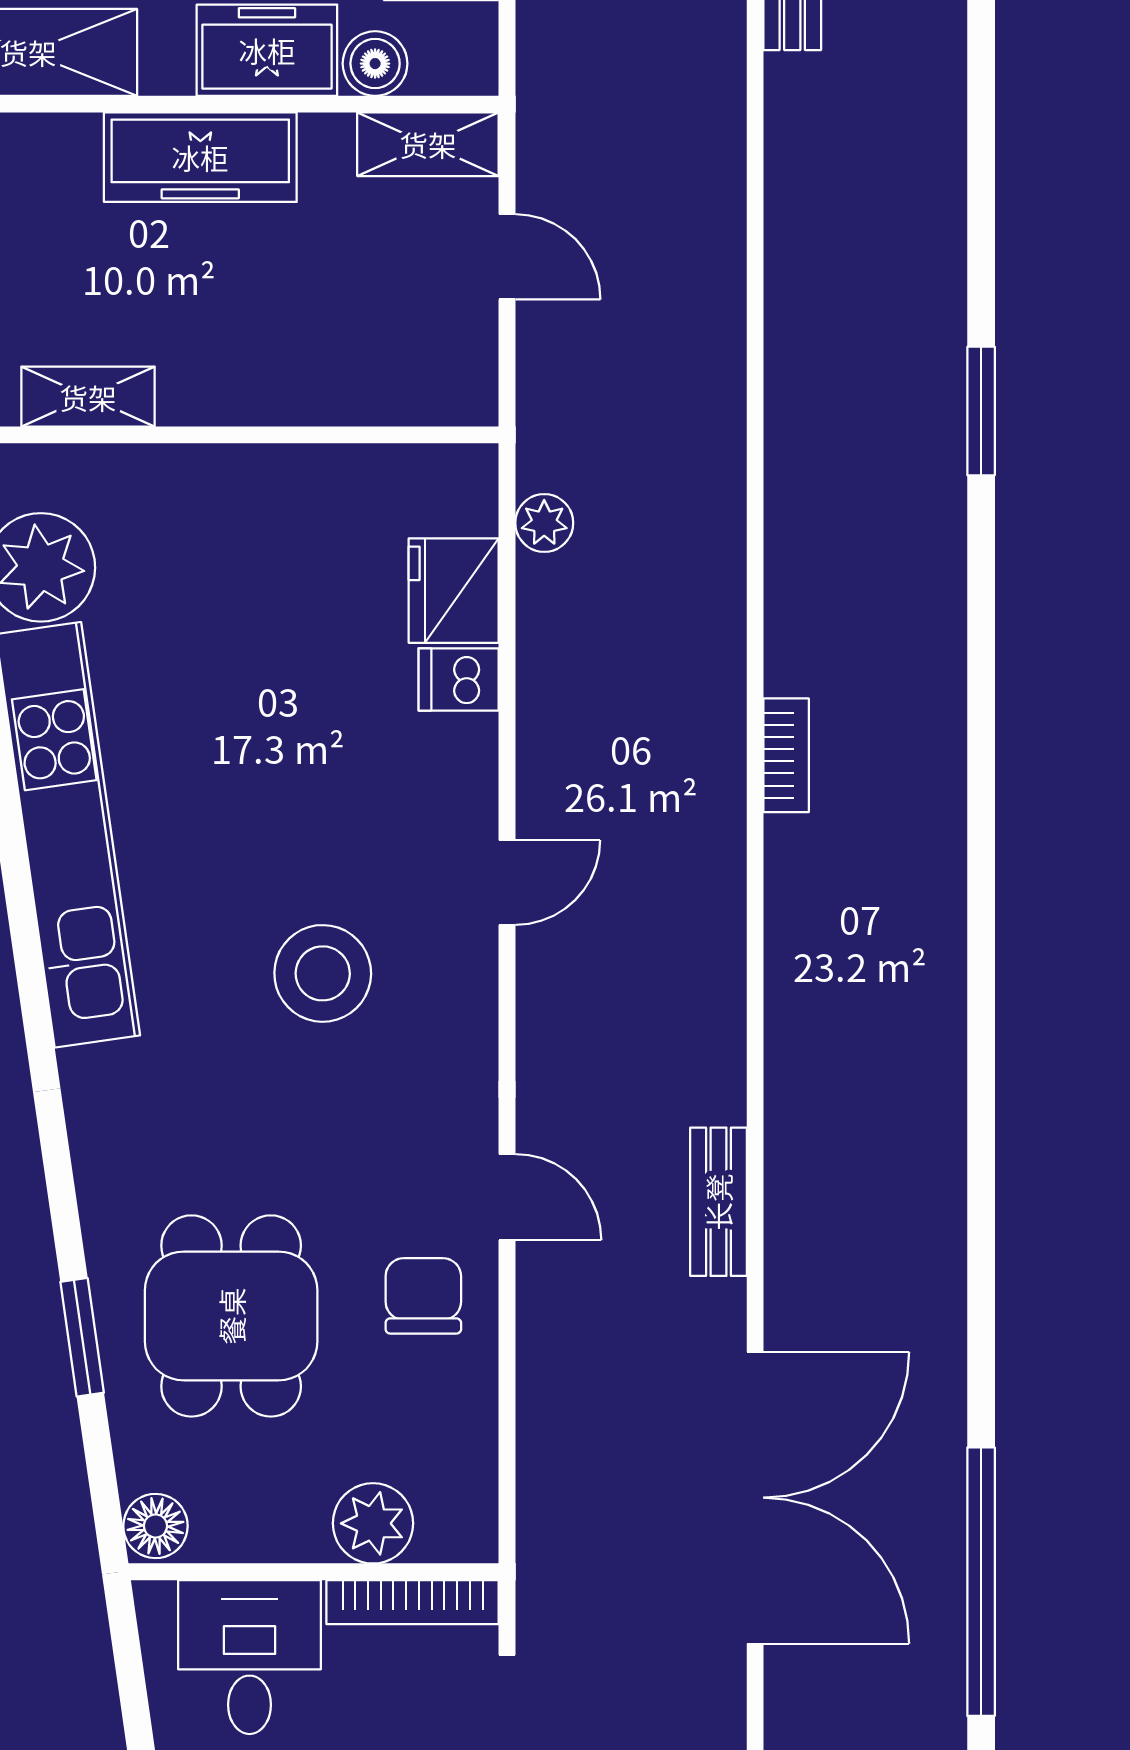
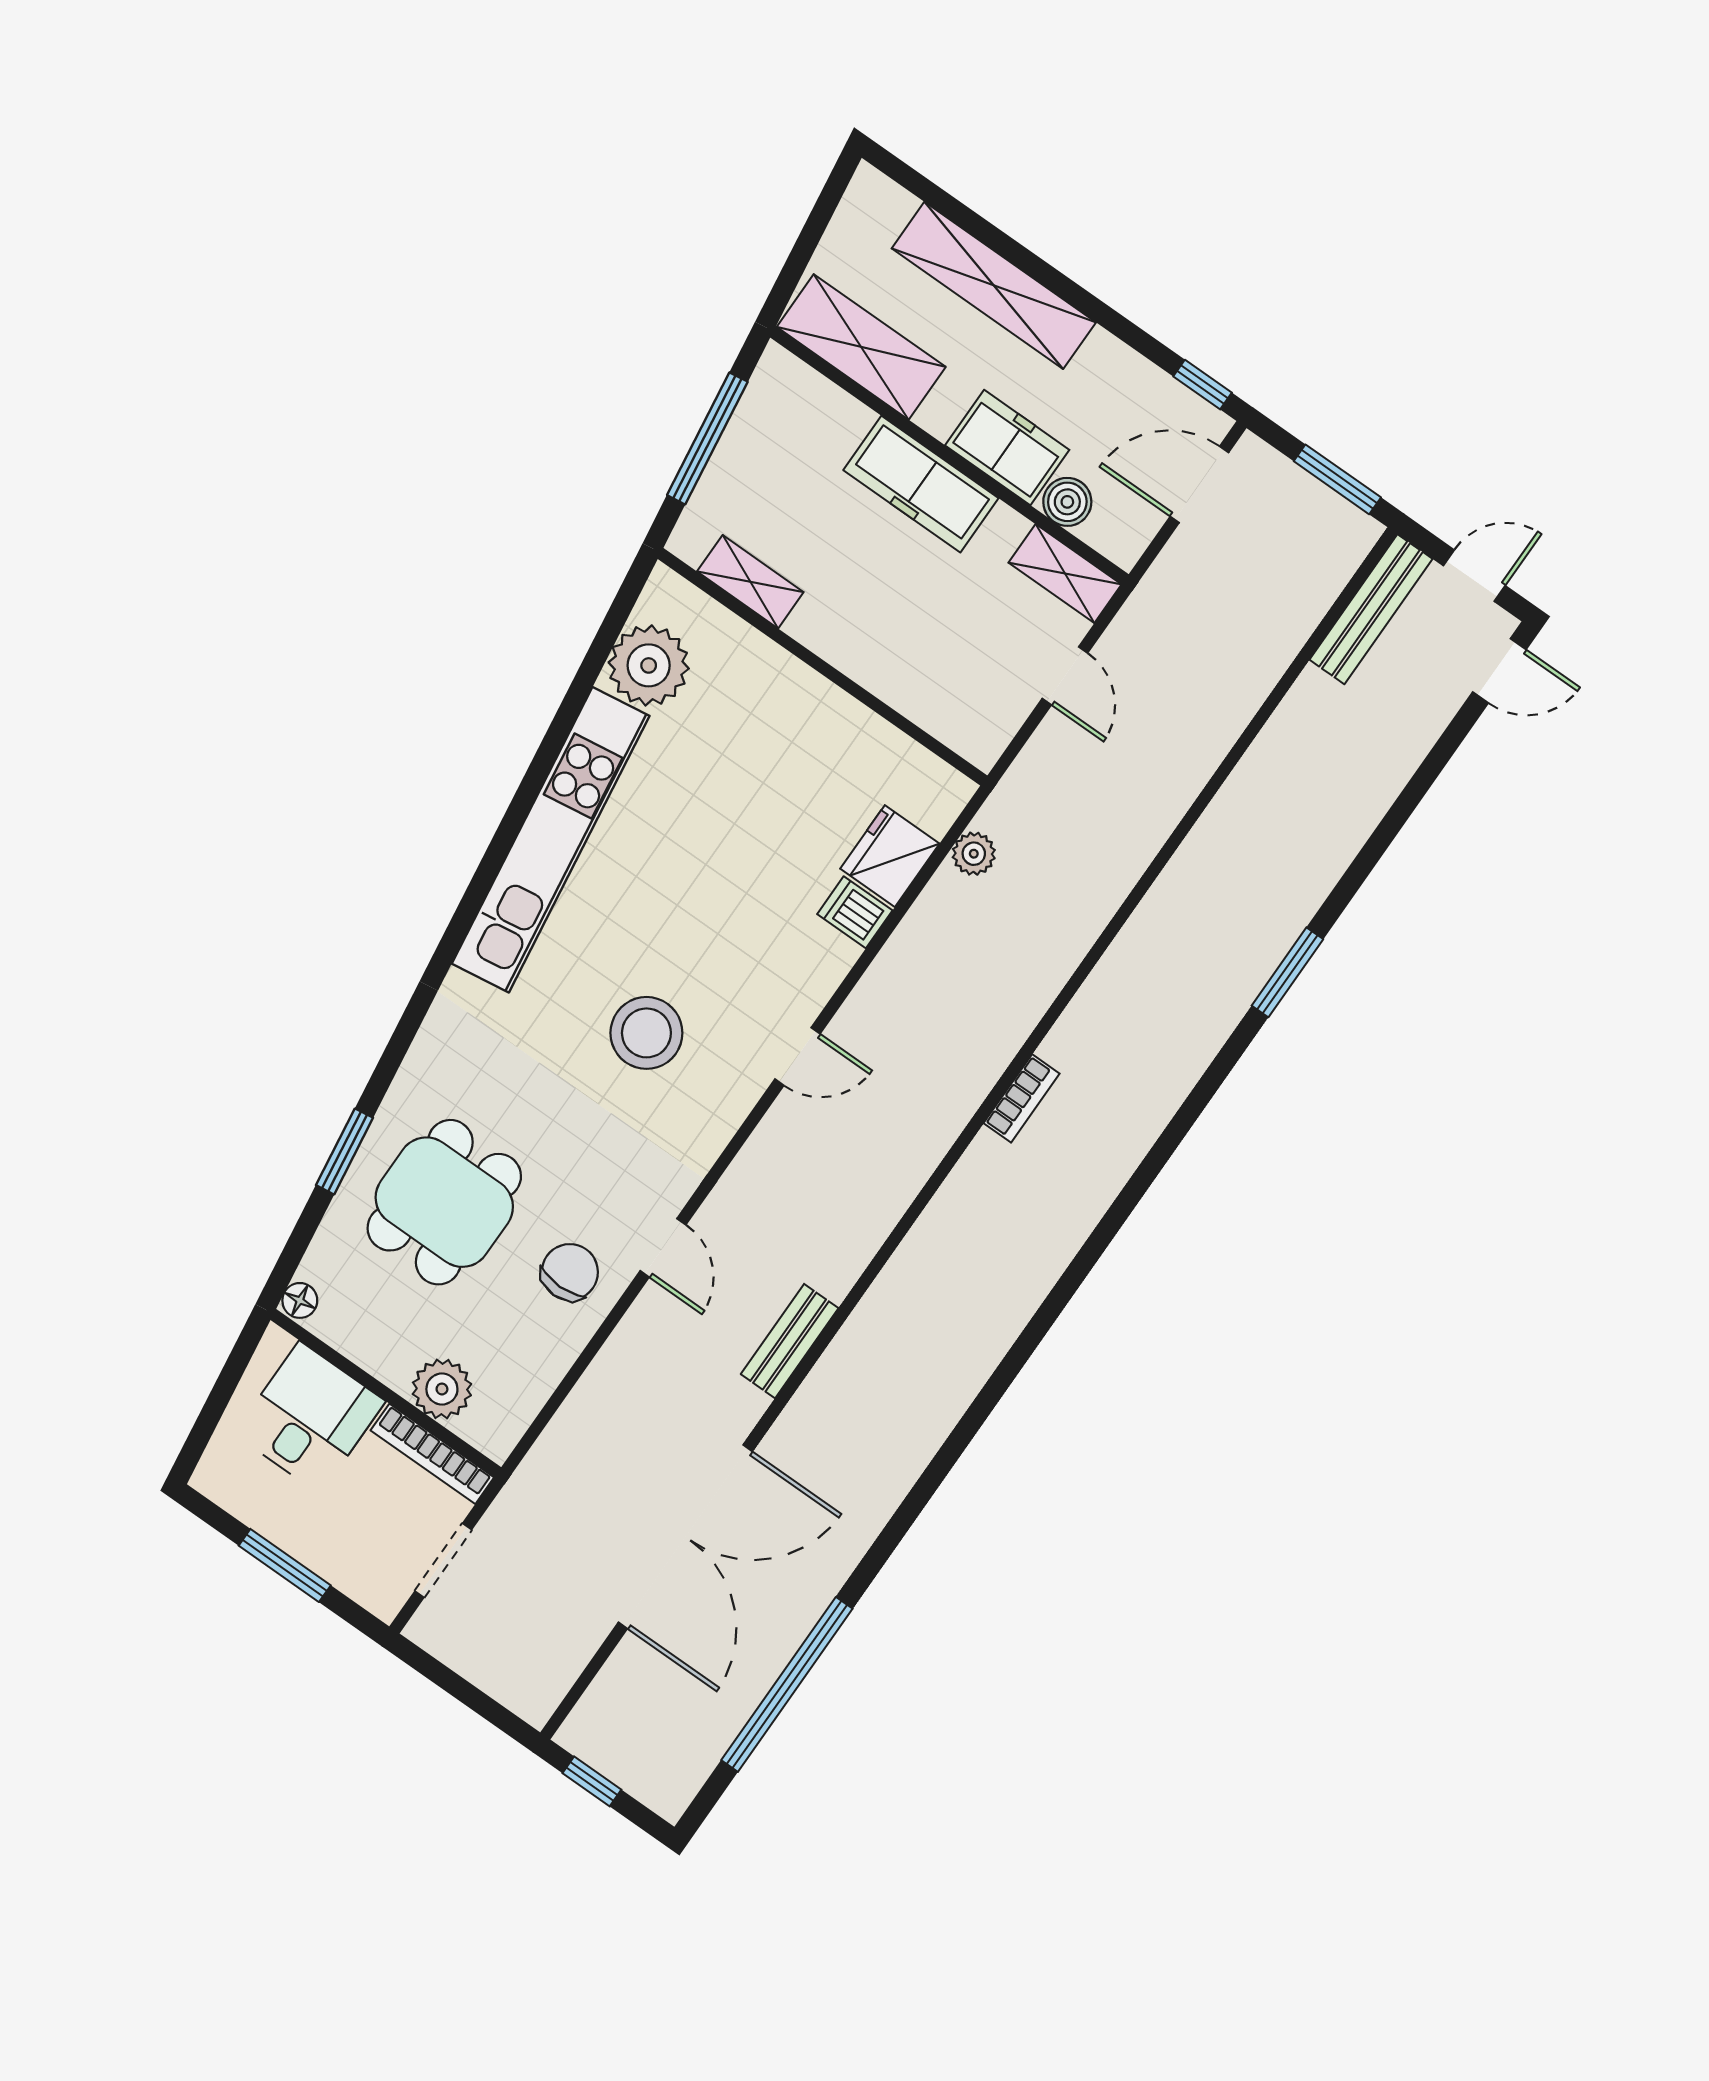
floor lamp: (155, 1526) -> (300, 1300), width x0.73, depth x0.73

